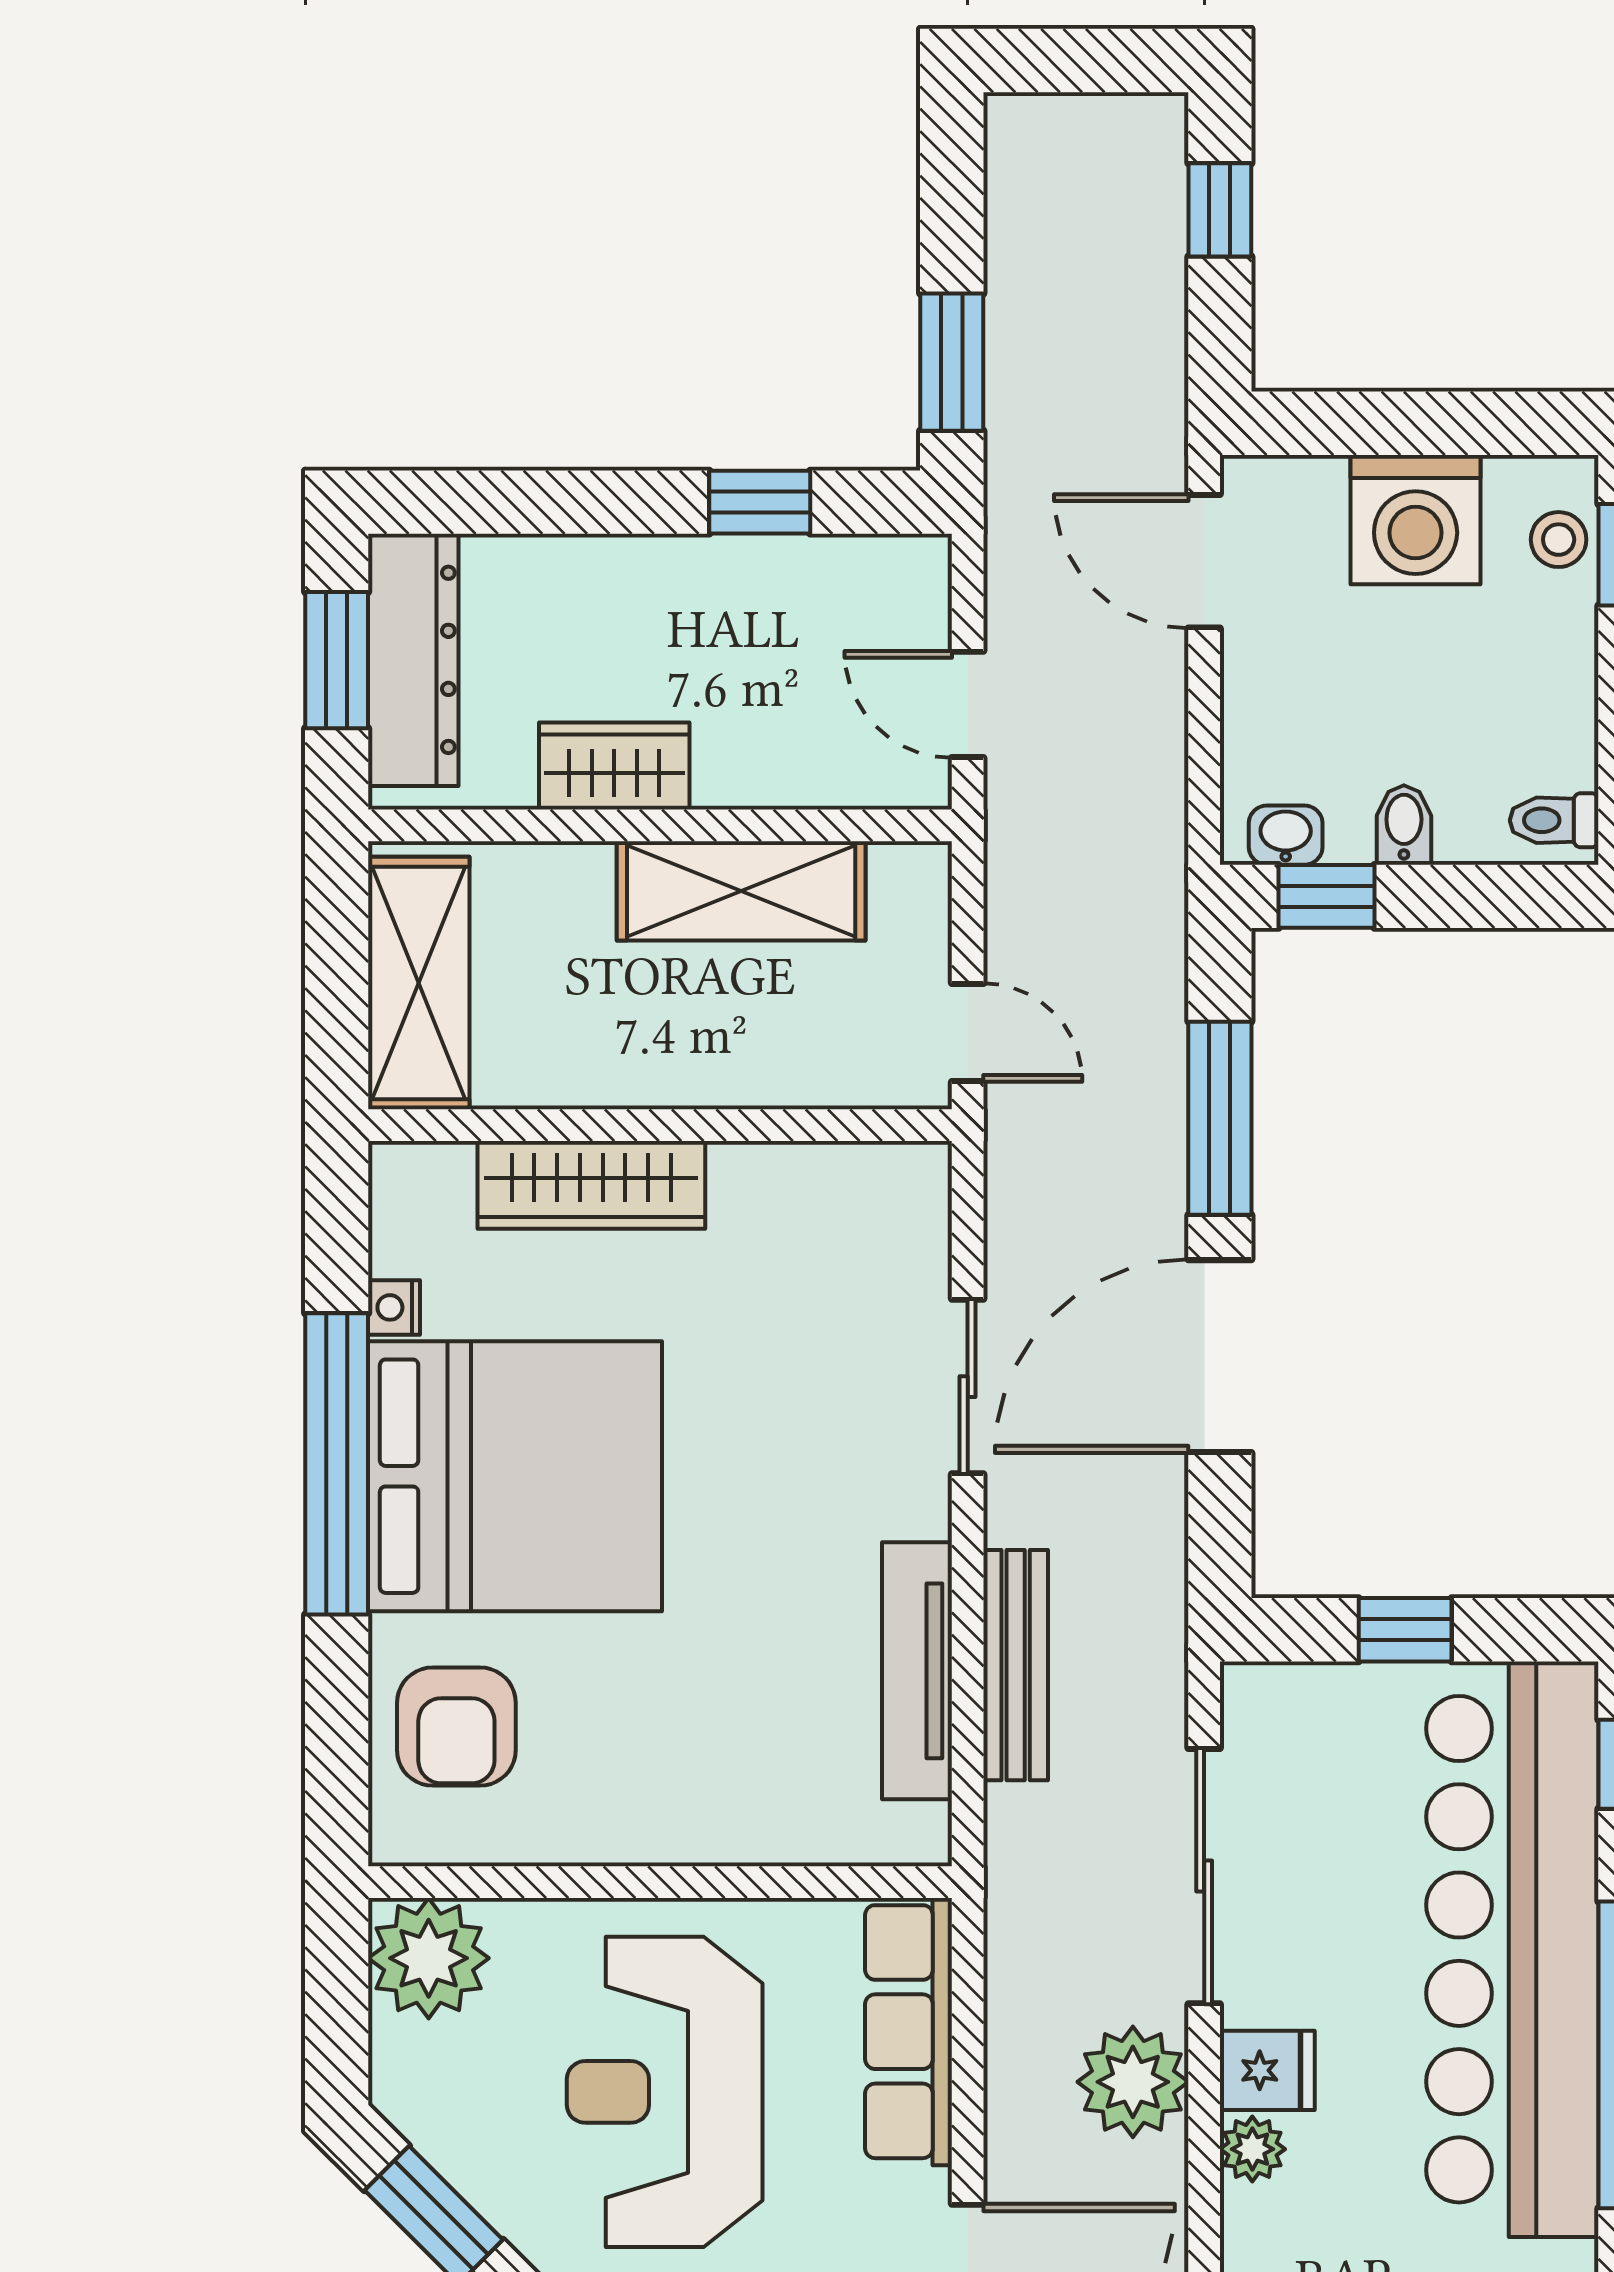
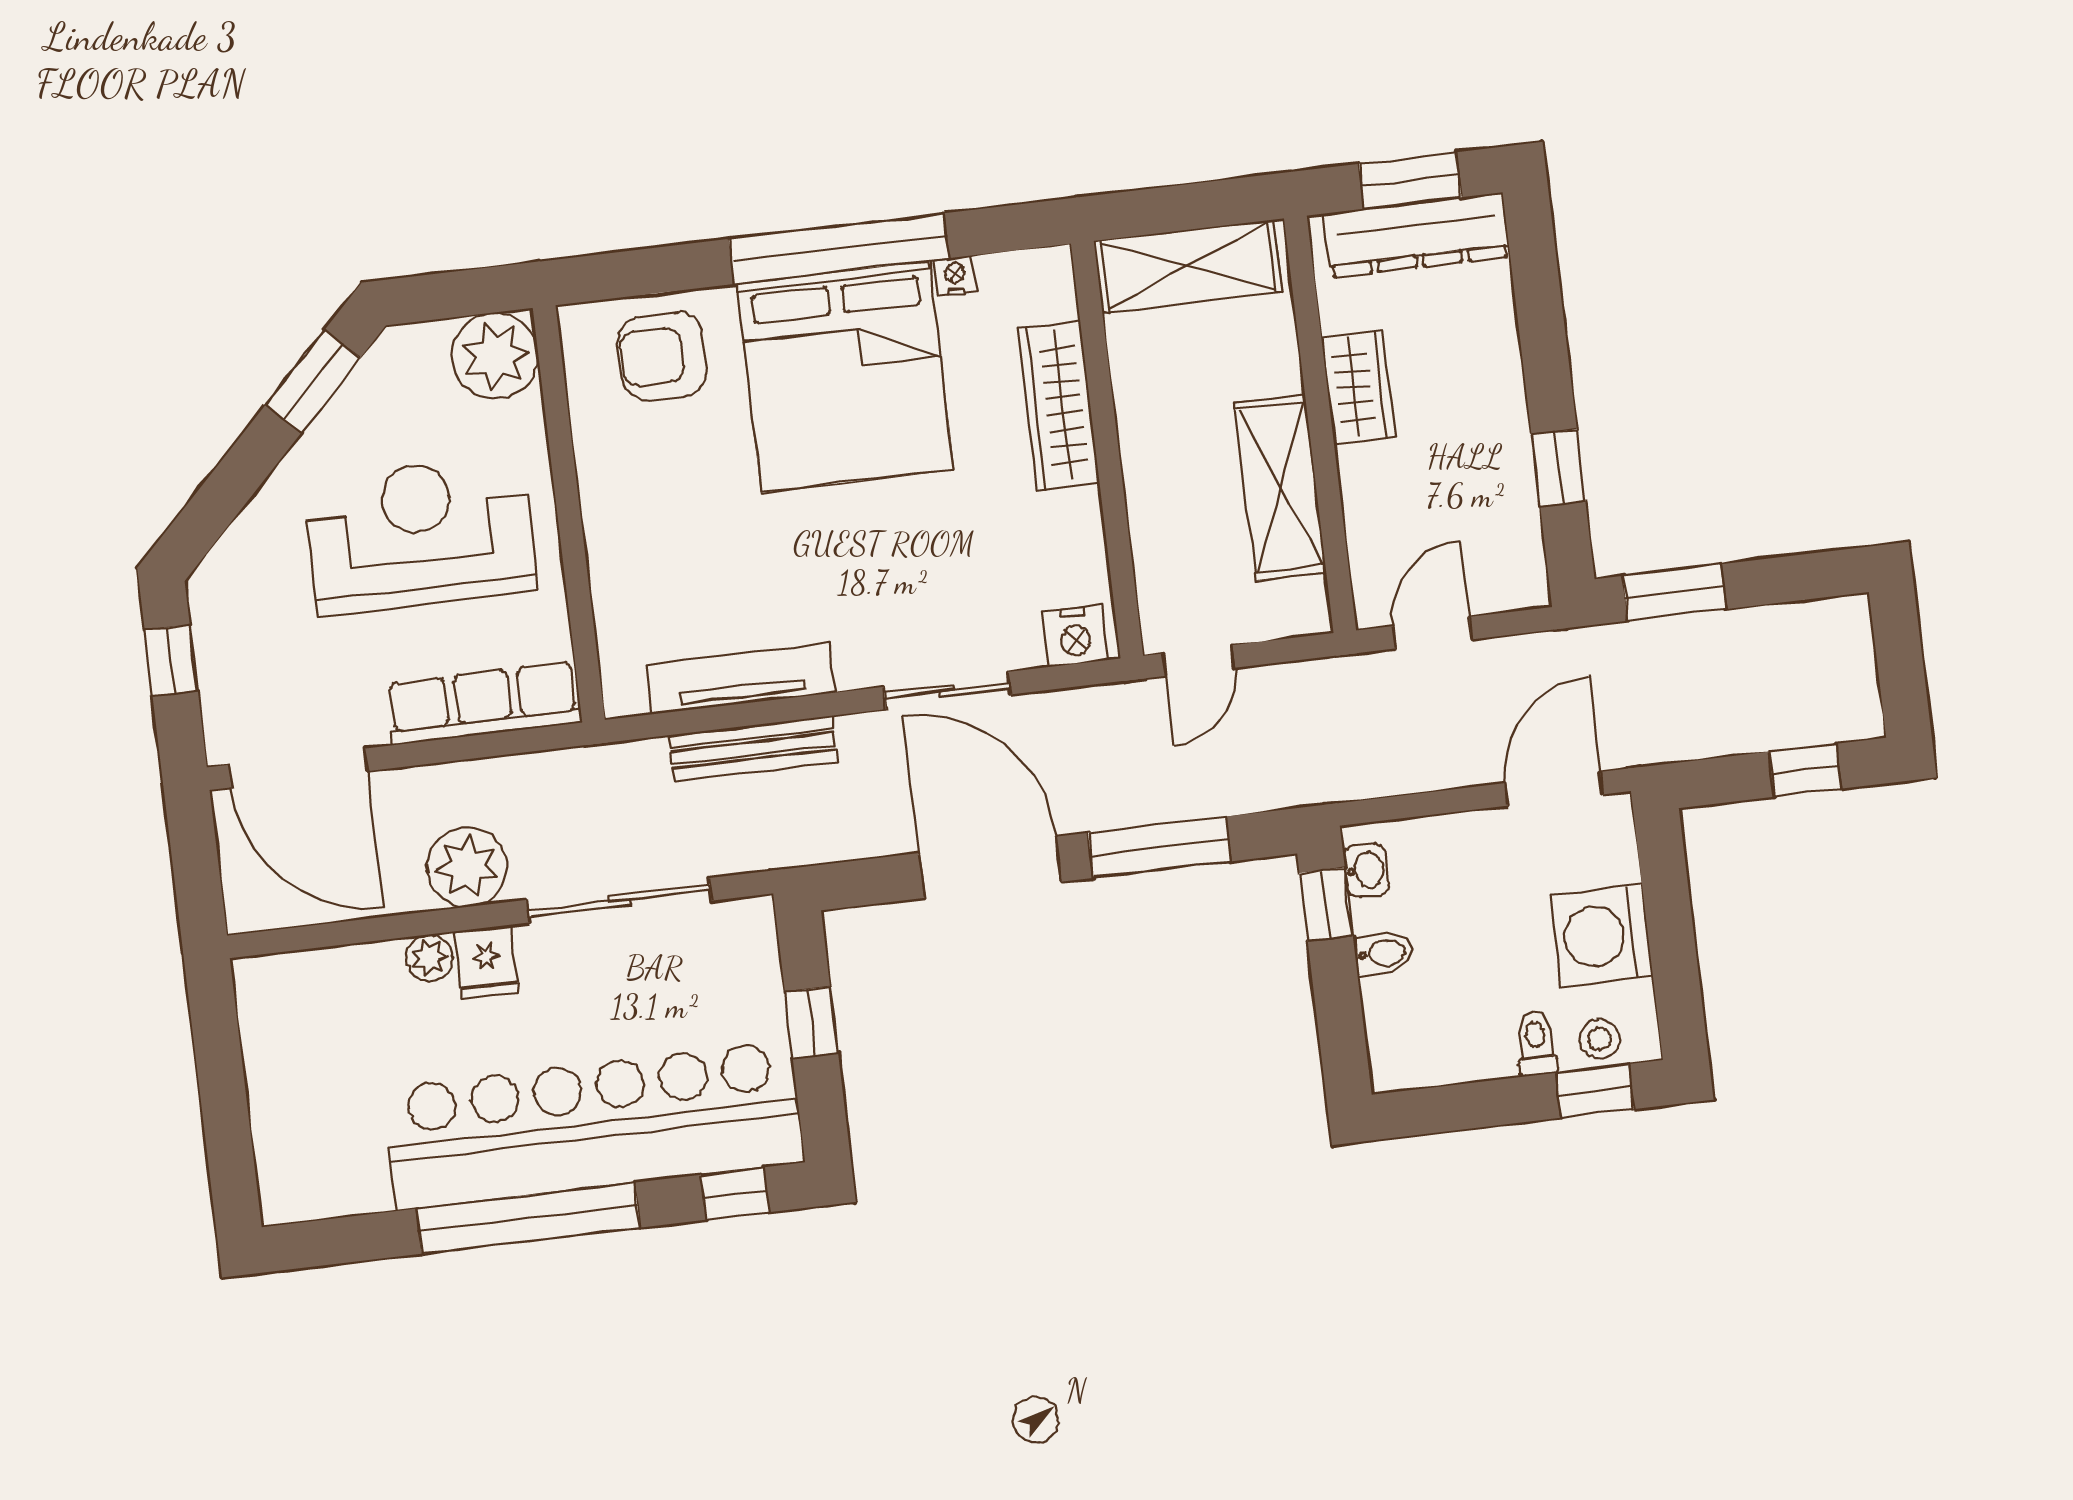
toilet: (1554, 820) -> (1536, 1043), moved
nightstand: (913, 1200) -> (1075, 636), added

